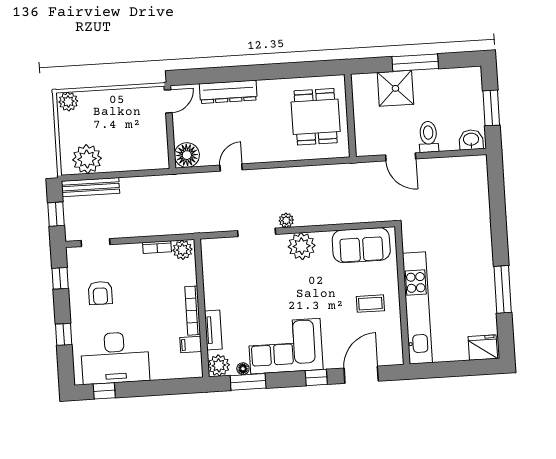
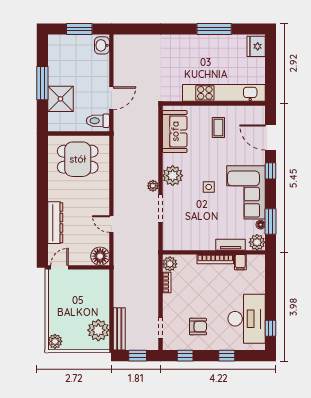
door: (168, 101) -> (59, 267), hinge flipped
toilet: (428, 137) -> (98, 121), moved
side table: (289, 296) -> (209, 187), added

